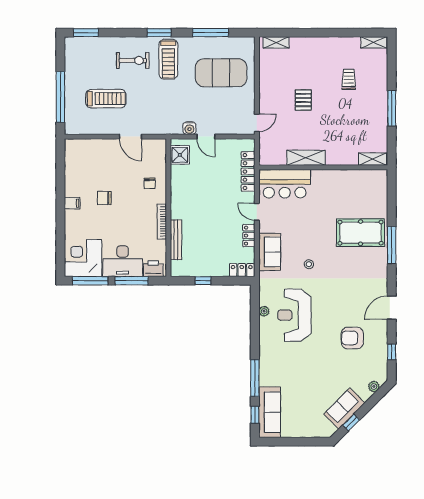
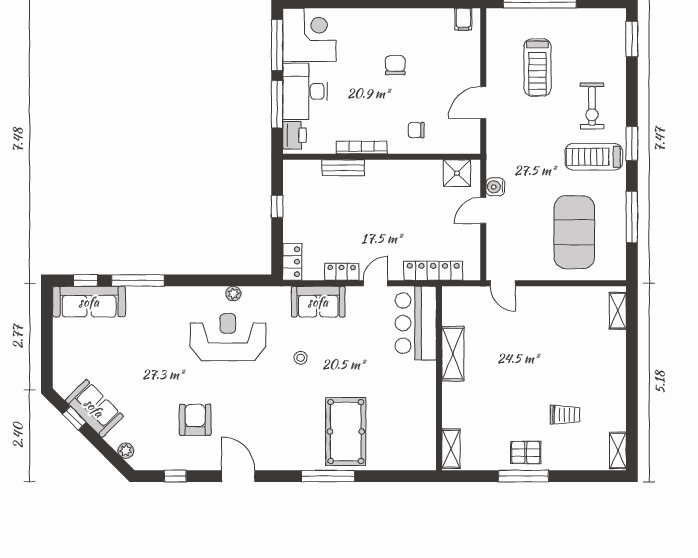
pallet: (303, 100) -> (526, 452), moved
filing cabinet: (72, 203) -> (463, 19), moved
bench: (176, 240) -> (343, 168), width x0.73

